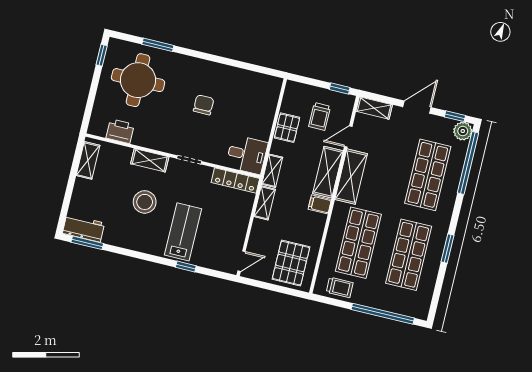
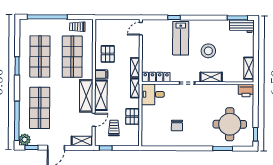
chair: (204, 105) -> (177, 125), moved
printer: (120, 131) -> (246, 91), moved
pallet: (291, 263) -> (108, 54), moved, width x0.67, depth x0.71

